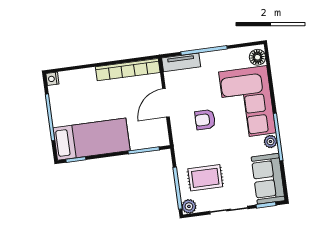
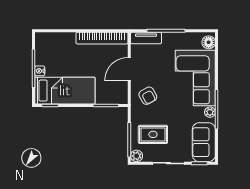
nightstand: (52, 79) -> (40, 71), moved
armchair: (205, 120) -> (148, 96), moved, turned -119

